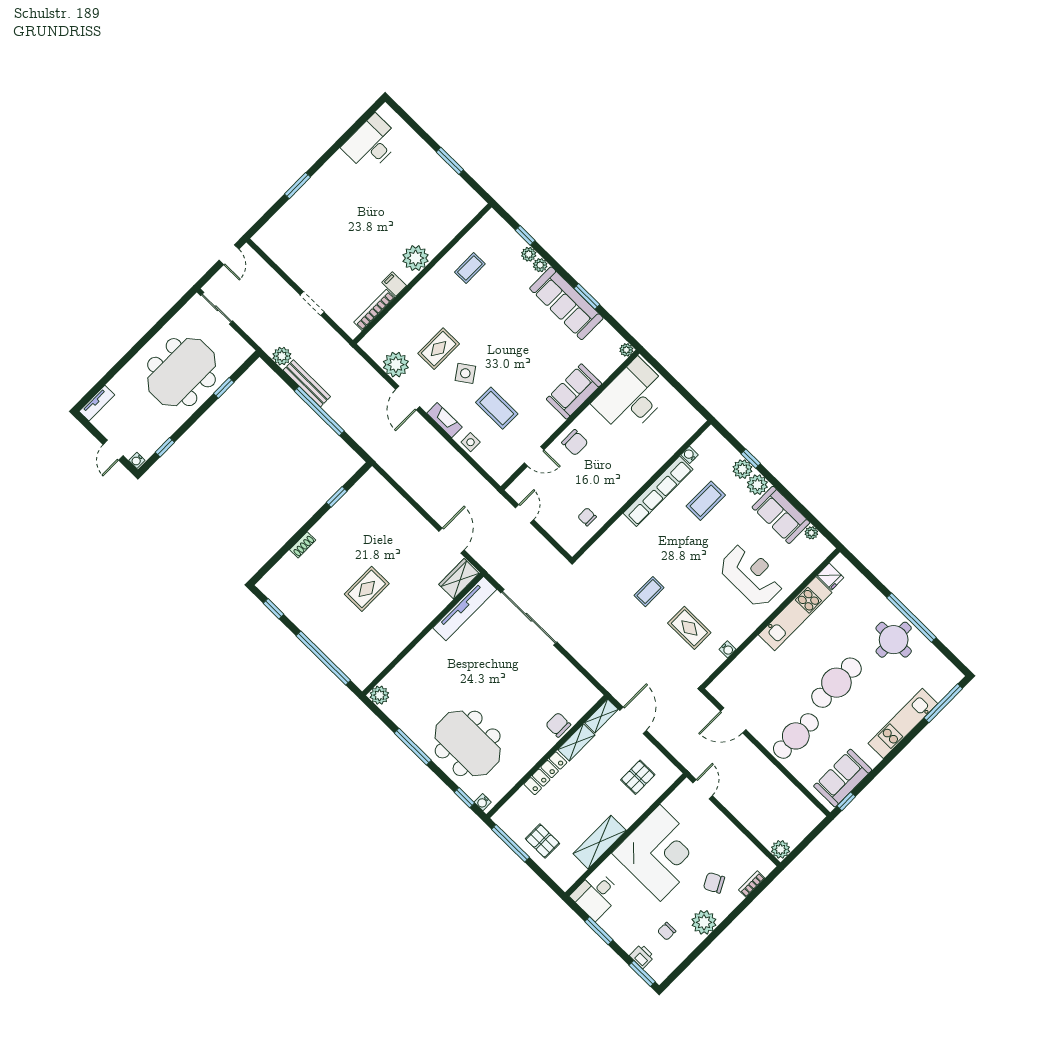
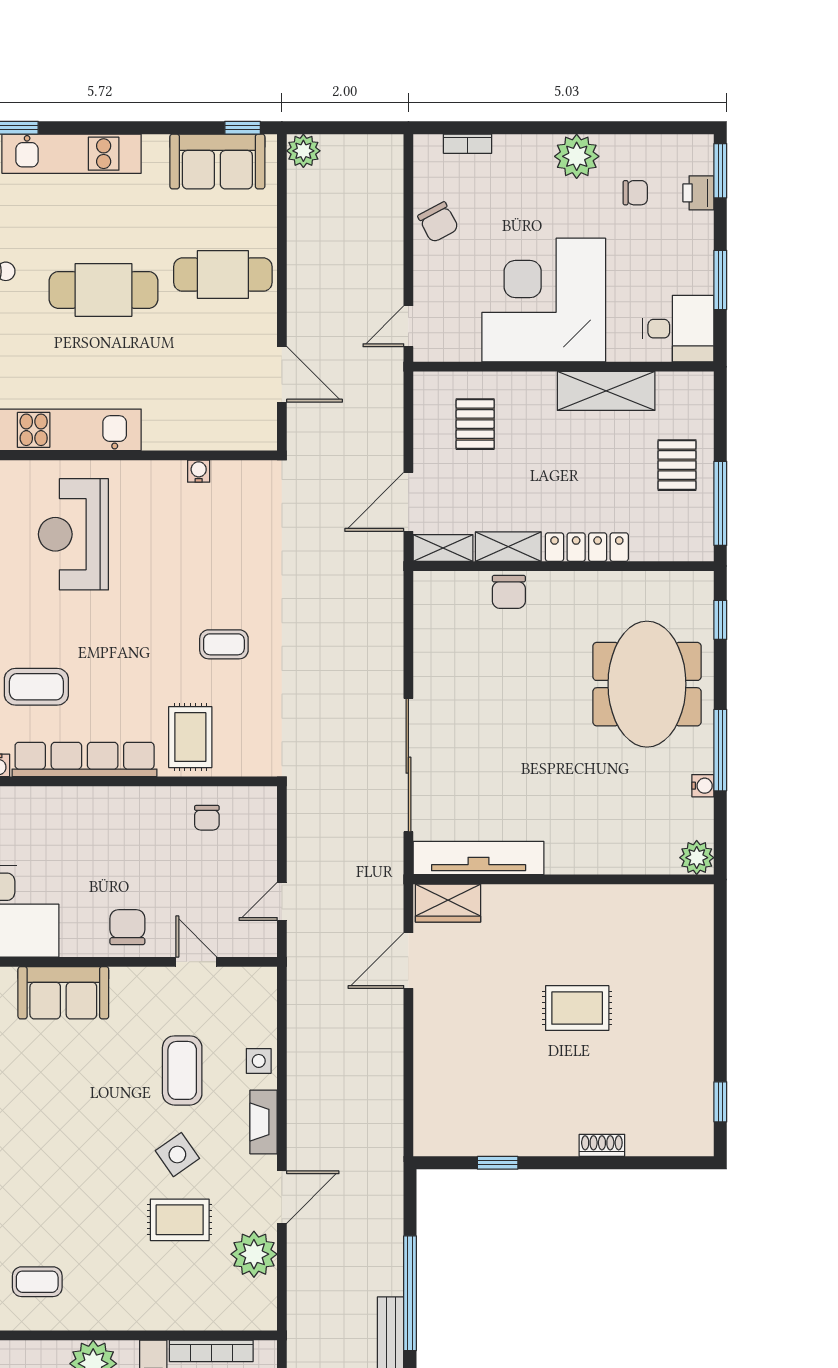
rug: (689, 628) -> (190, 737), moved
window: (323, 658) -> (720, 976), removed
pallet: (638, 777) -> (475, 424), turned 90
water cooler: (483, 802) -> (703, 786), moved
plant: (780, 849) -> (303, 151), moved
chair: (714, 883) -> (438, 222), moved

